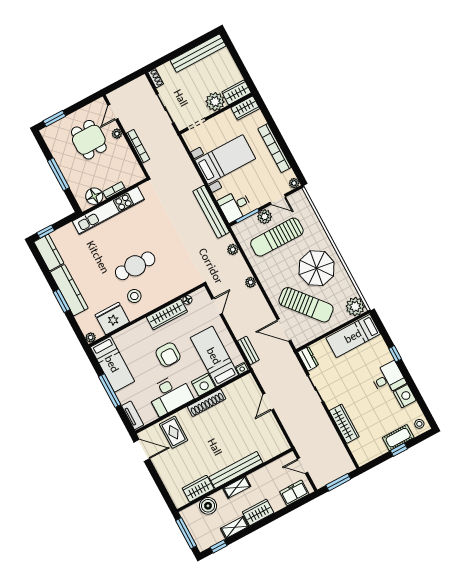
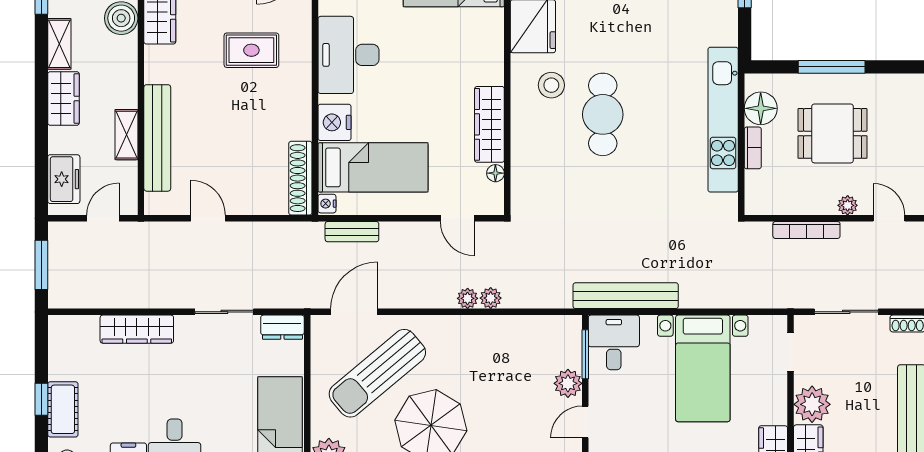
dining table: (89, 140) -> (833, 133), moved
sun lounger: (277, 237) -> (521, 386), removed
plant: (233, 249) -> (491, 298), moved
armchair: (168, 355) -> (419, 89), removed
door: (268, 402) -> (208, 218), moved
shoe rack: (207, 403) -> (300, 178), moved
rug: (174, 432) -> (251, 50), moved
bench: (236, 470) -> (157, 138), moved
shelving: (237, 487) -> (126, 135), moved

